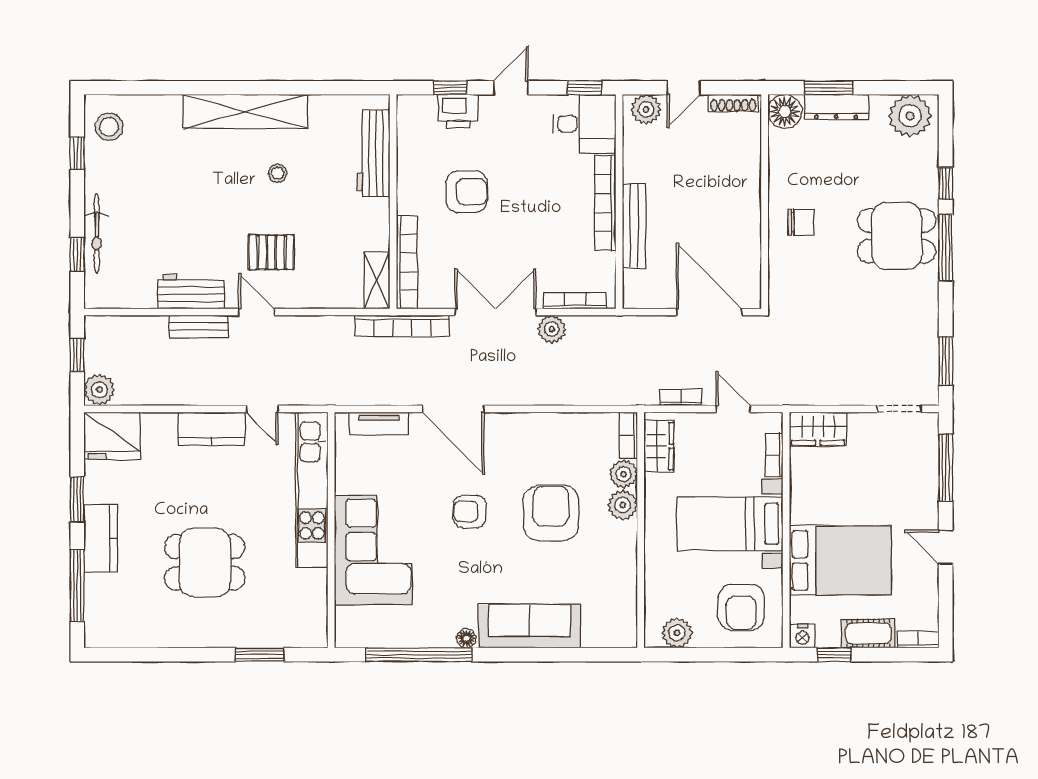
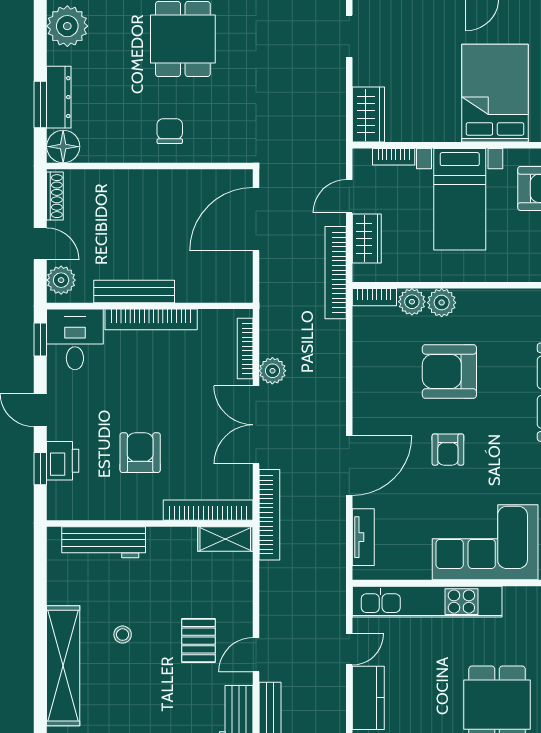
bench: (634, 226) -> (134, 291), moved
bookcase: (681, 397) -> (336, 273), width x2.31, depth x1.31
wardrobe: (659, 446) -> (367, 239), moved, turned 90

